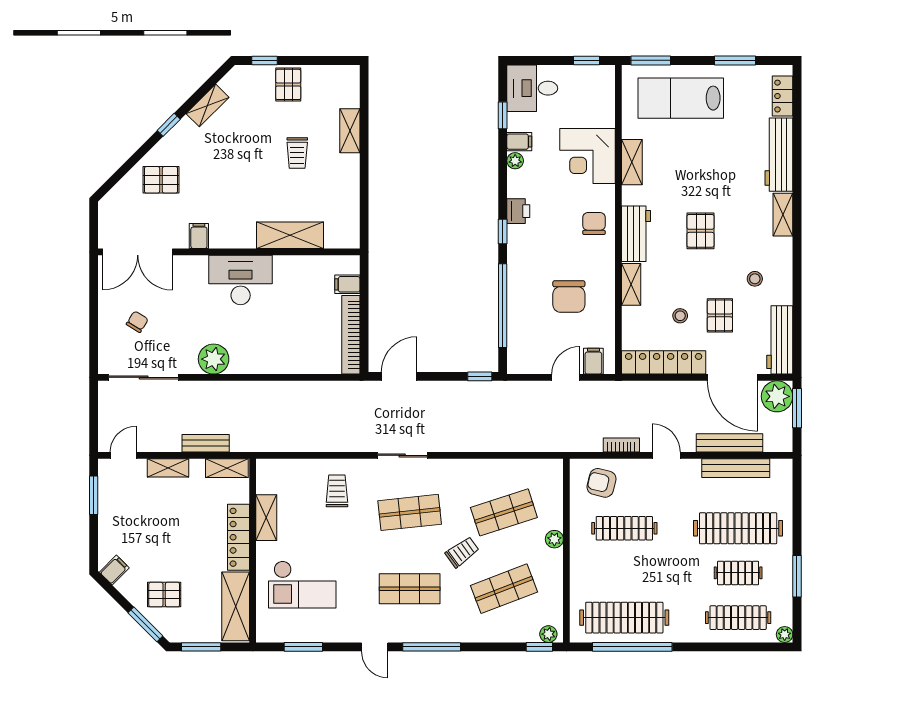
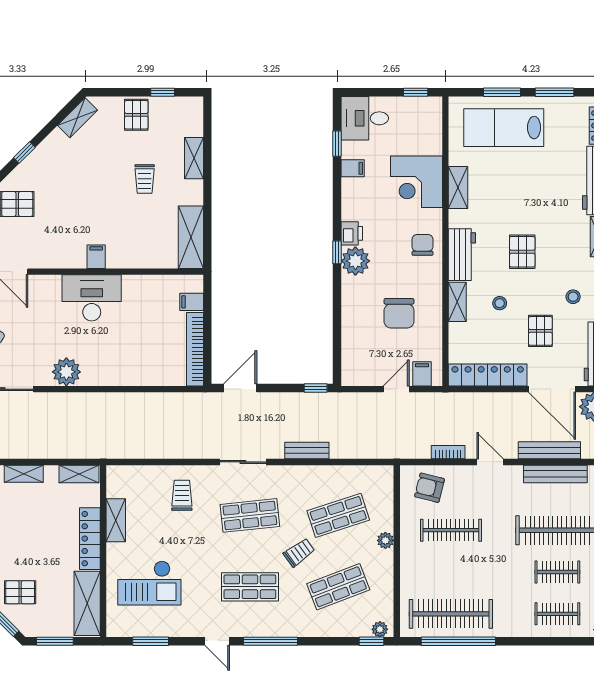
window: (265, 60) -> (163, 92), moved
window: (651, 60) -> (502, 92), moved
shelving: (208, 105) -> (77, 118), moved
plant: (515, 161) -> (355, 261), moved, width x1.87, depth x1.87
shelving: (290, 235) -> (191, 237), moved, turned 90
filing cabinet: (199, 236) -> (96, 257), moved
window: (503, 306) -> (337, 322), removed
stool: (680, 316) -> (500, 303), moved
bench: (206, 443) -> (307, 451), moved
clothes rail: (738, 618) -> (557, 614), width x0.73

